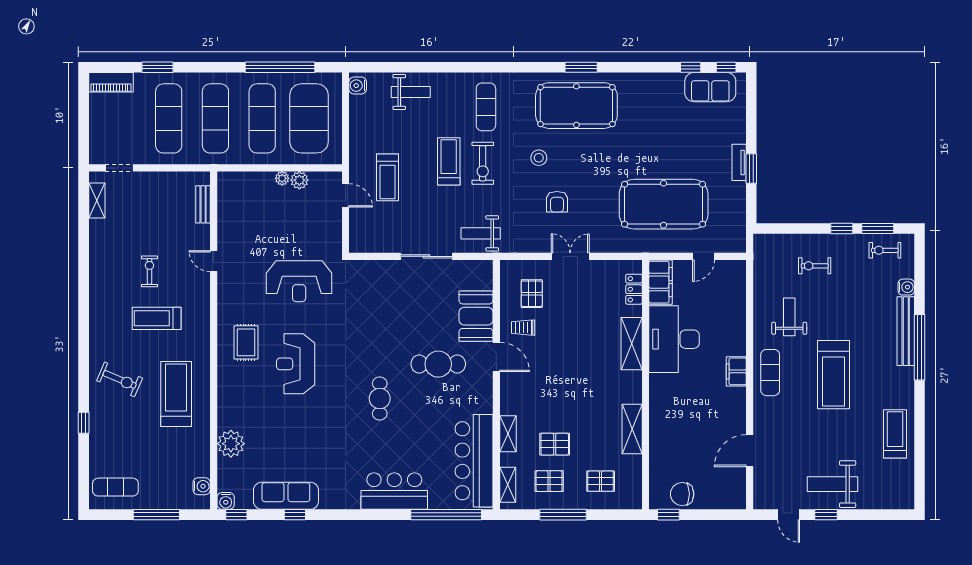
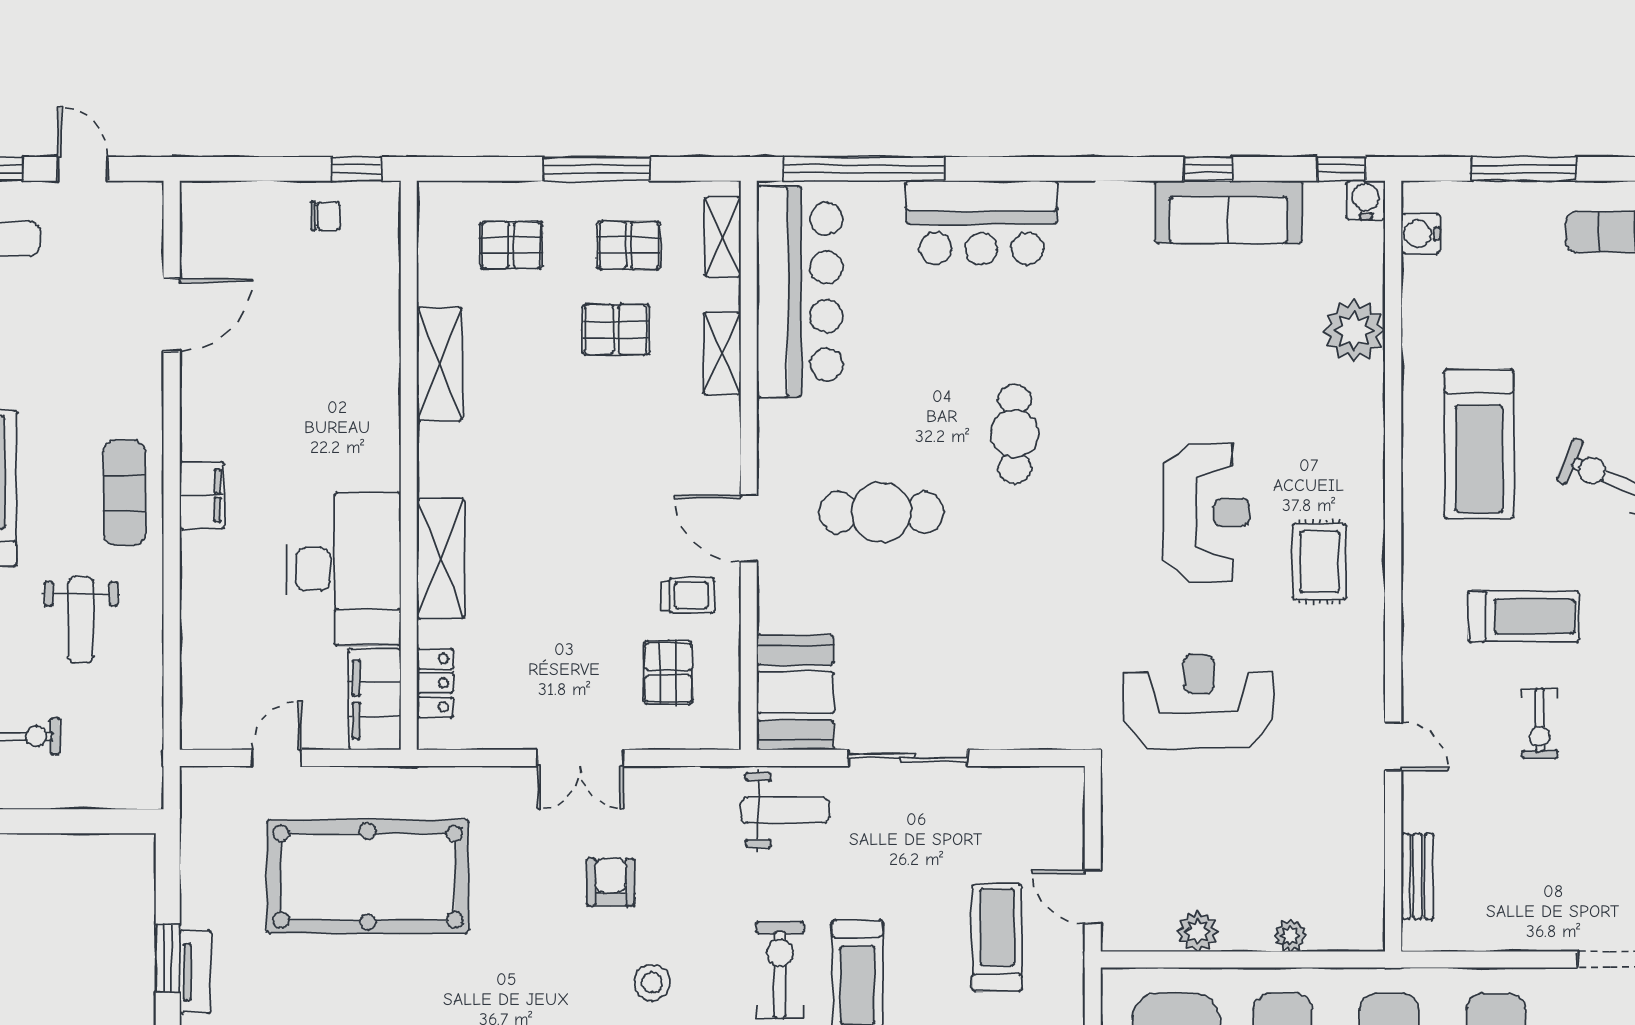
plant: (282, 178) -> (1290, 936), moved
booth: (476, 316) -> (795, 693), moved
chair: (682, 494) -> (325, 216), width x0.54, depth x0.54

